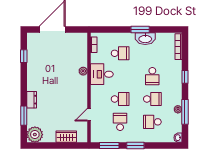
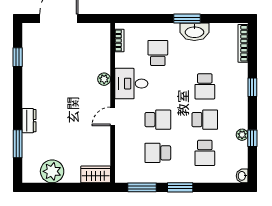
school desk: (120, 53) -> (158, 53), turned -90
window: (185, 112) -> (252, 138), width x0.46
door: (89, 115) -> (113, 116), moved
school desk: (120, 122) -> (158, 153), turned -90
school desk: (152, 122) -> (205, 153), turned -90
plant: (35, 135) -> (52, 171), moved
wardrobe: (66, 137) -> (96, 174), moved

